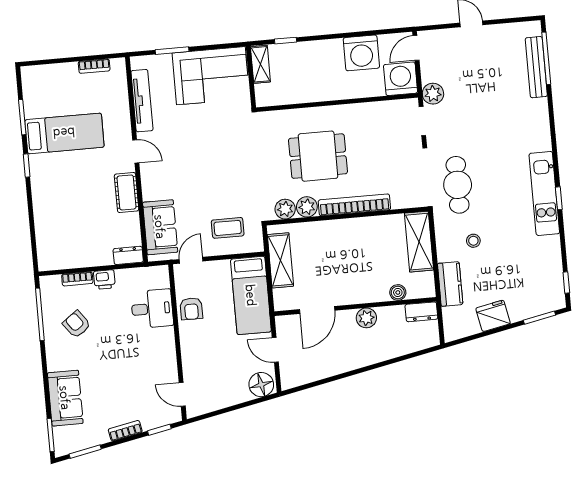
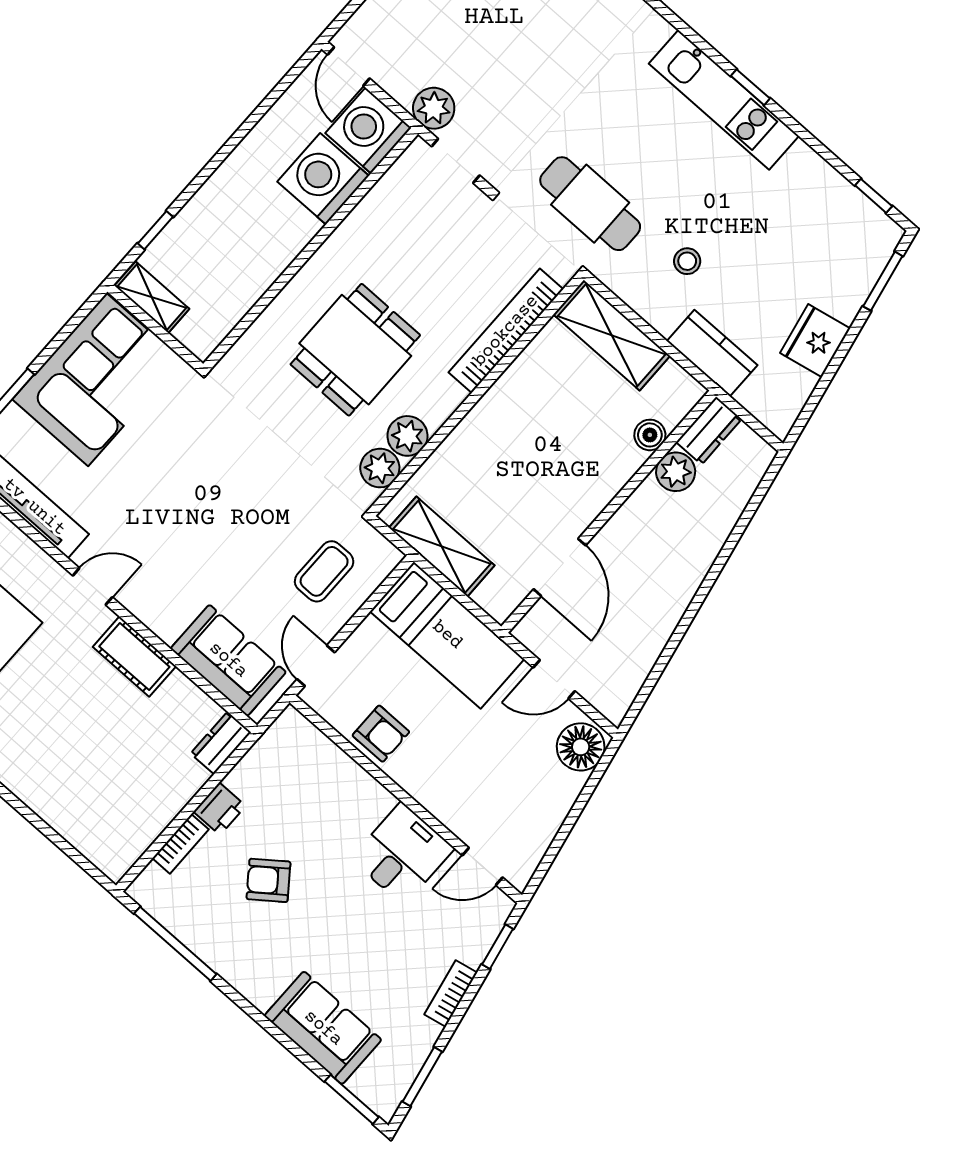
washing machine: (361, 53) -> (323, 179), moved, turned 180
bookcase: (354, 205) -> (506, 331), moved
desk: (152, 309) -> (403, 854), moved
plant: (366, 318) -> (676, 472), moved
armchair: (77, 324) -> (268, 880), moved

